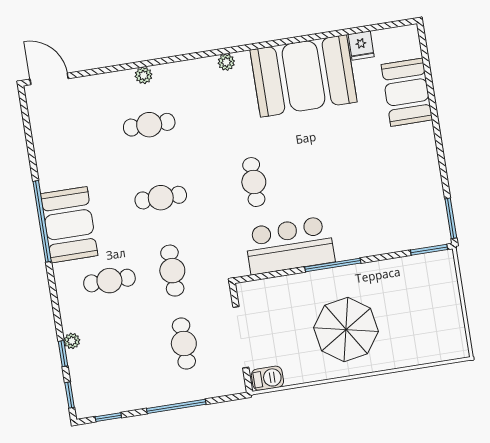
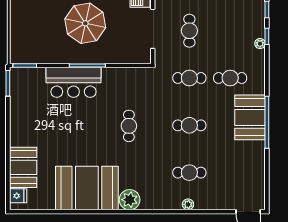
fridge: (361, 46) -> (18, 196), moved, turned 90
plant: (226, 62) -> (130, 200), width x1.88, depth x1.88
bar counter: (290, 245) -> (73, 82), moved
cafe table: (172, 271) -> (189, 78), turned 90

